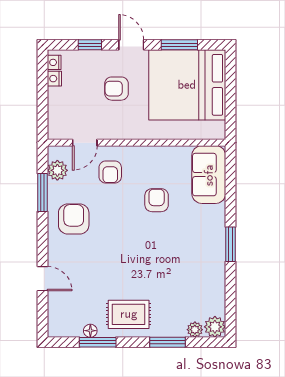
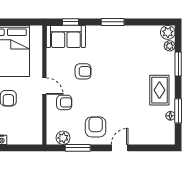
door: (85, 143) -> (44, 86), moved
window: (230, 182) -> (71, 22), added
armchair: (157, 200) -> (83, 71), turned 180
armchair: (74, 219) -> (96, 127), turned 90
door: (42, 279) -> (120, 148), moved

